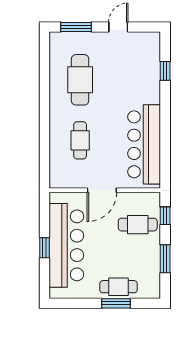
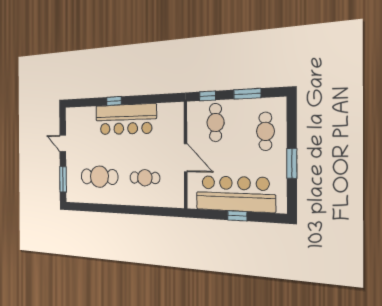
window: (165, 71) -> (114, 101), moved
bar counter: (144, 144) -> (126, 119), moved
cafe table: (119, 287) -> (265, 131), moved
window: (116, 303) -> (292, 163), moved

